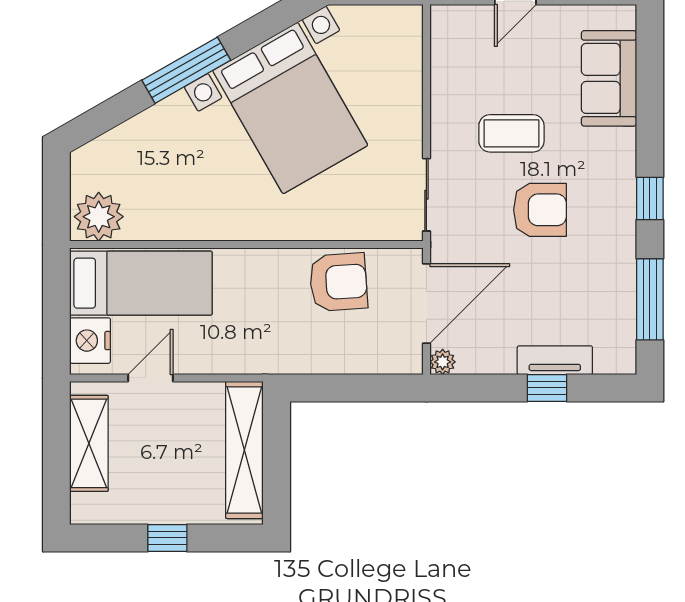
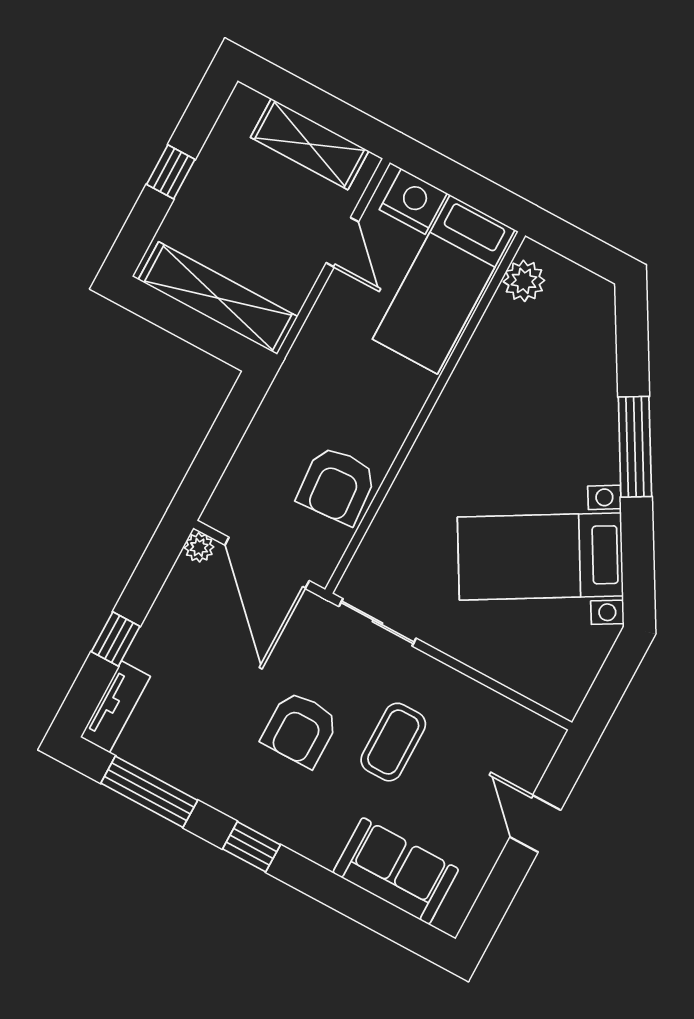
bed with nightstands: (290, 108) -> (540, 556), width x0.73
plant: (99, 217) -> (524, 281), width x0.73, depth x0.73
tv unit: (555, 360) -> (115, 707), moved

